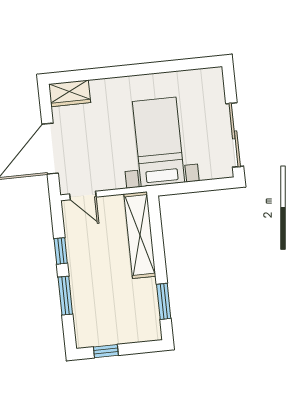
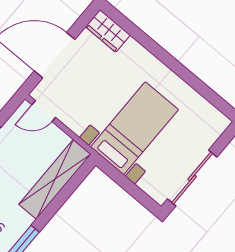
door: (83, 195) -> (44, 111), hinge flipped

